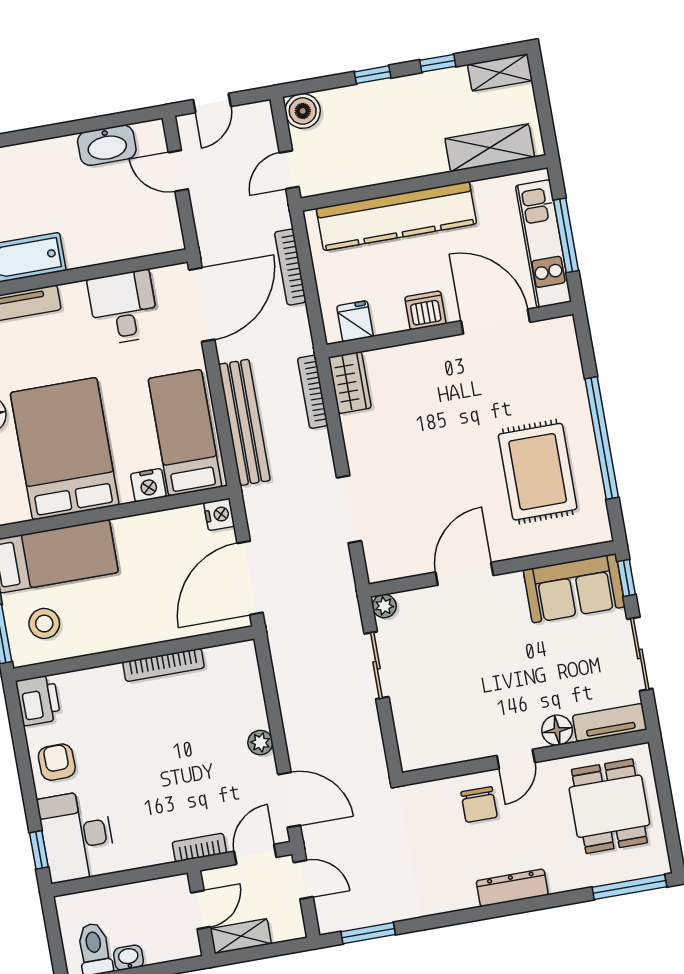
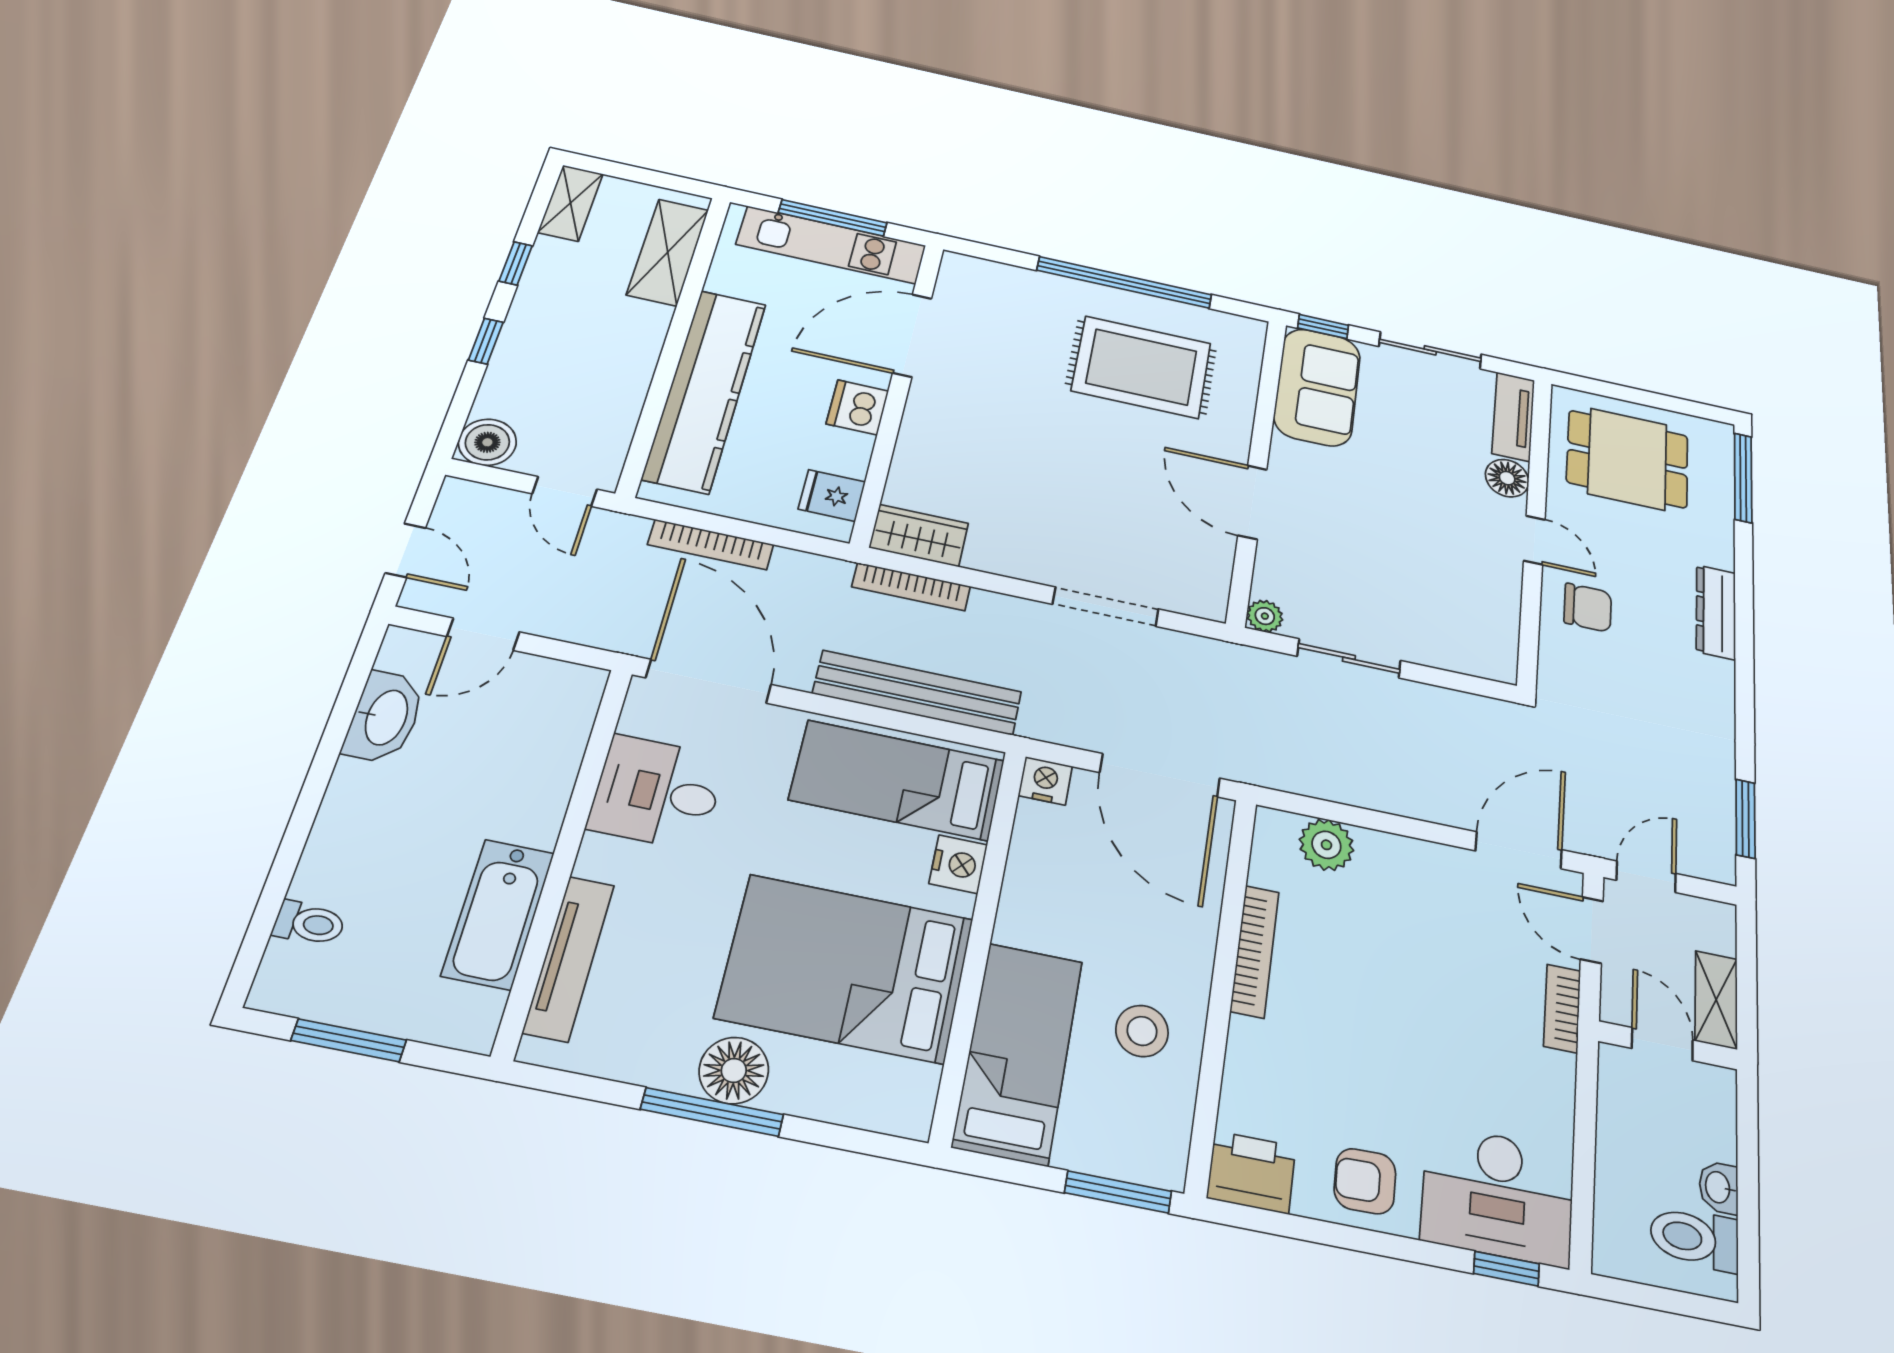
stool: (44, 623) -> (1142, 1031), moved
plant: (260, 742) -> (1326, 845), moved, width x1.38, depth x1.38

